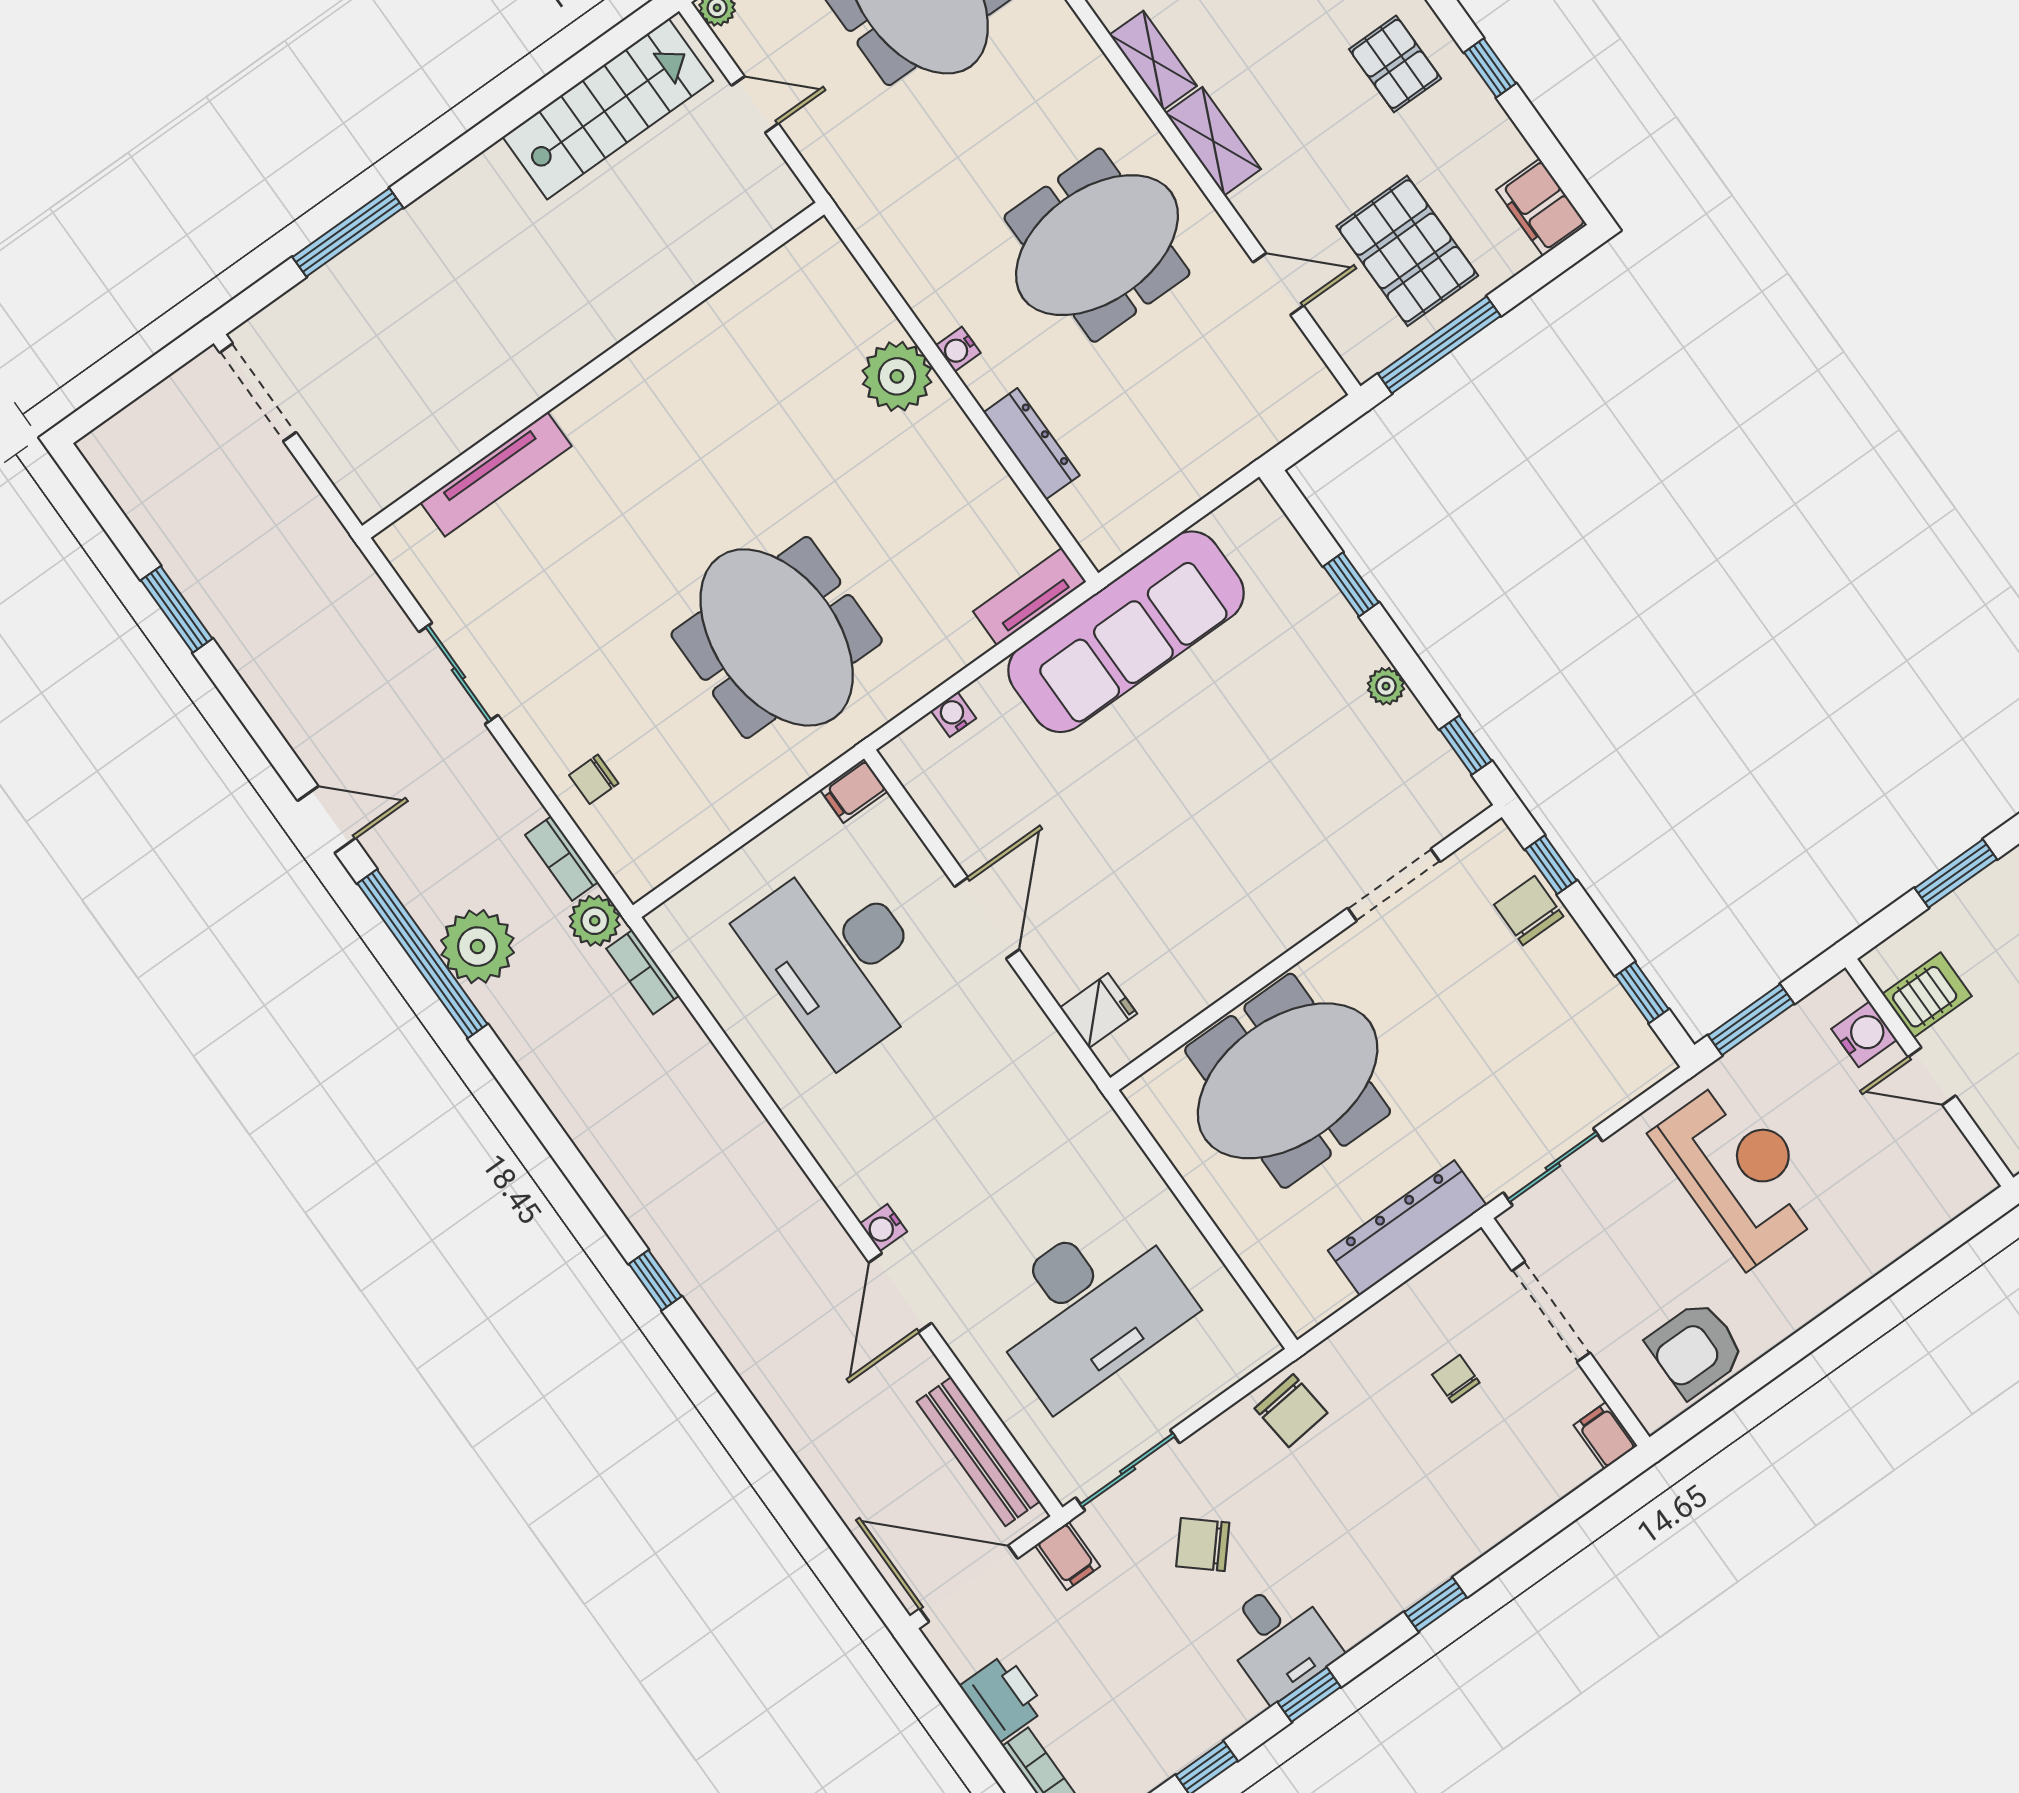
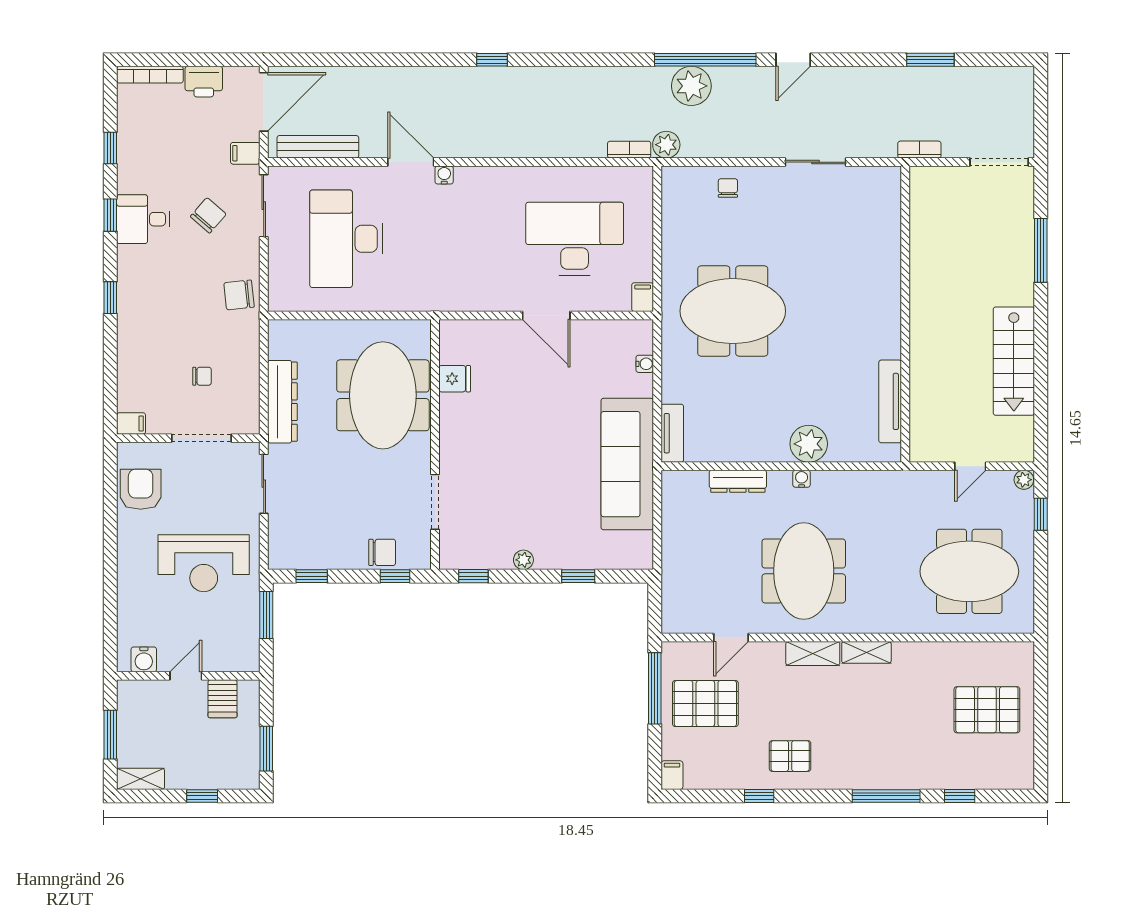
stairs: (608, 109) -> (1014, 361), moved
filing cabinet: (1541, 207) -> (672, 775), width x0.50
tv unit: (496, 474) -> (890, 401), moved
bookcase: (562, 859) -> (919, 150), moved
fridge: (1098, 1011) -> (455, 379), moved, turned -90
water cooler: (1864, 1034) -> (144, 659), moved

